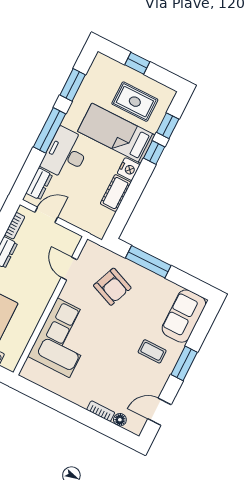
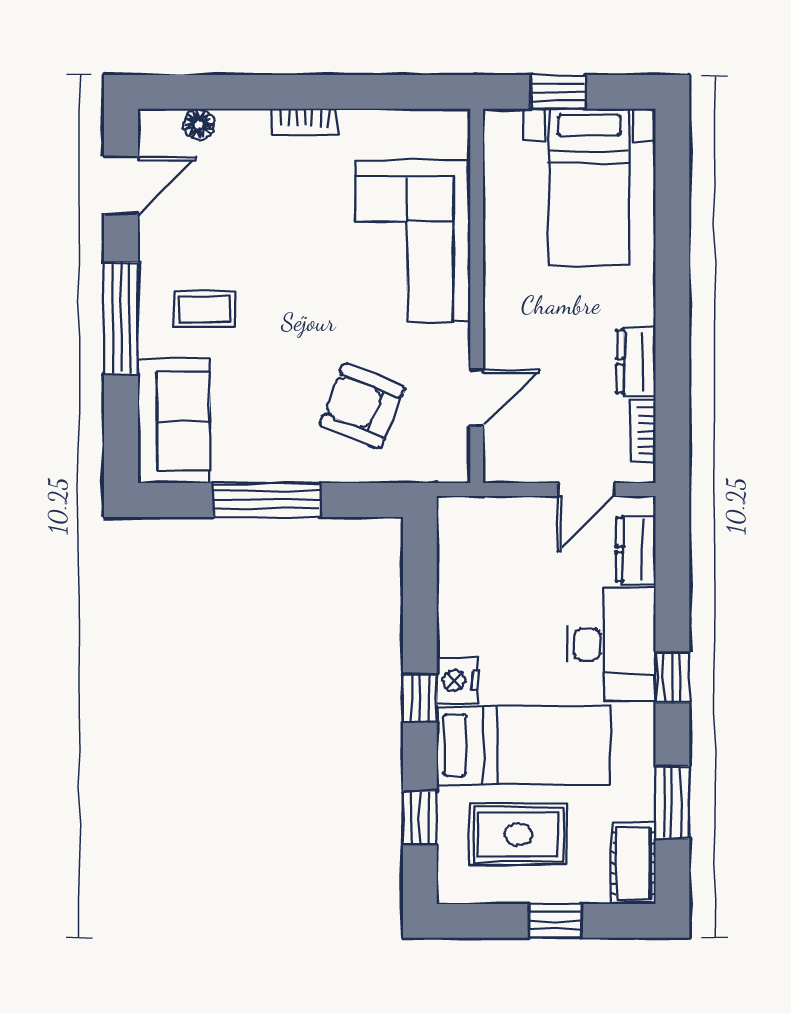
window: (50, 130) -> (672, 677), width x0.46
window: (154, 153) -> (420, 698), moved
cot: (116, 193) -> (633, 863), moved
window: (148, 262) -> (267, 500), moved
door: (69, 269) -> (477, 398), hinge flipped
window: (184, 363) -> (121, 318), width x1.44
bookcase: (101, 411) -> (305, 122), moved

